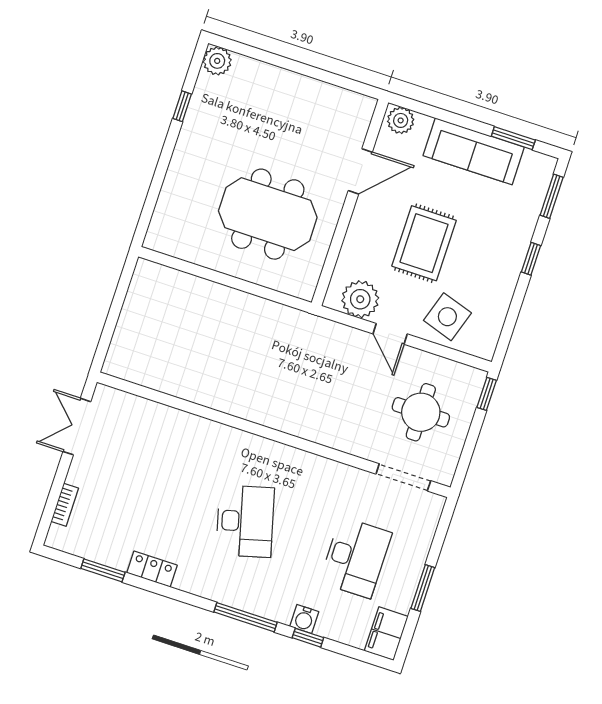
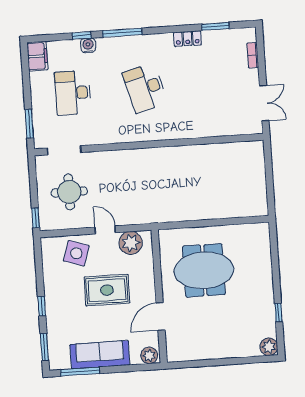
window: (513, 138) -> (80, 372), width x1.44
rug: (424, 243) -> (107, 290), turned 90
window: (423, 588) -> (29, 124), moved

